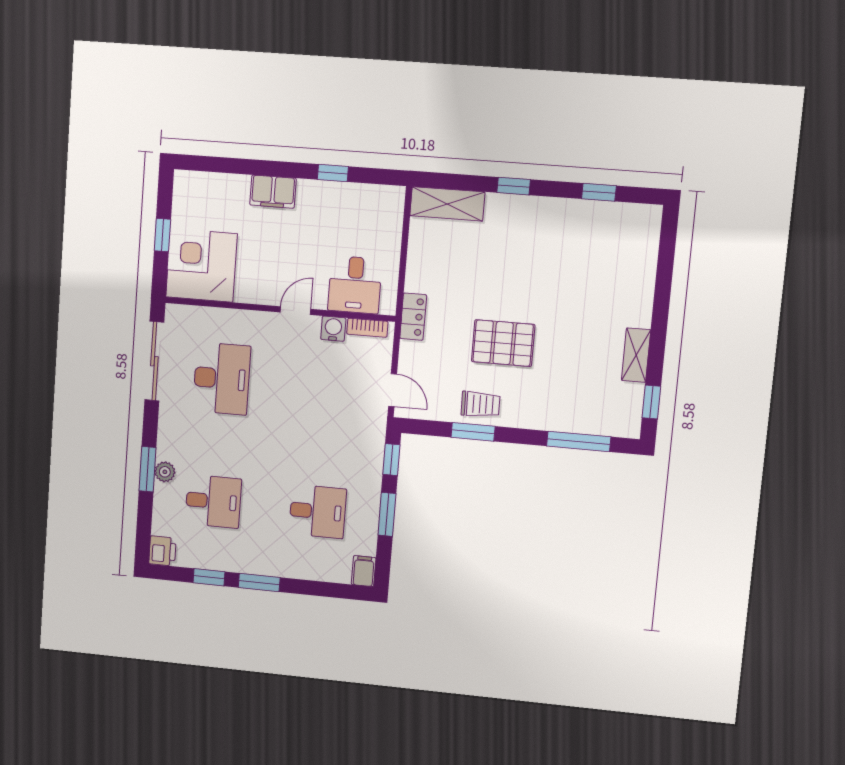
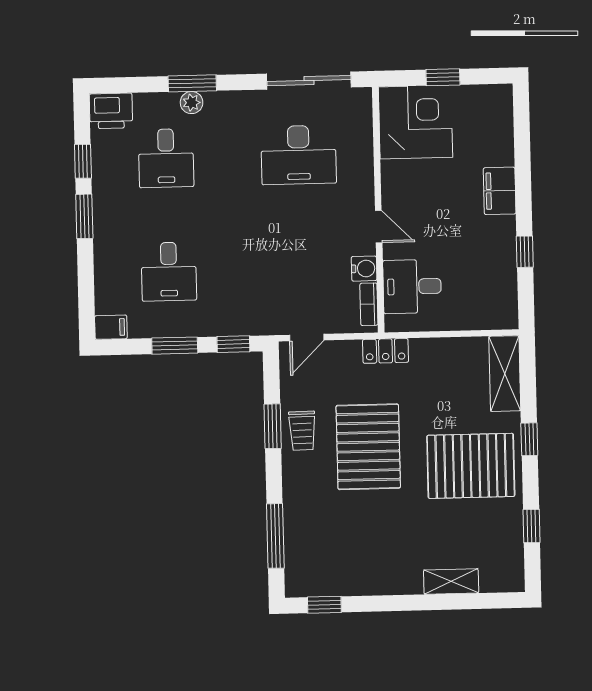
pallet: (533, 246) -> (471, 466), added
pallet: (503, 343) -> (368, 447), width x1.37, depth x1.41
shelving: (636, 355) -> (451, 581), moved
printer: (162, 551) -> (111, 111), width x1.36, depth x1.24

